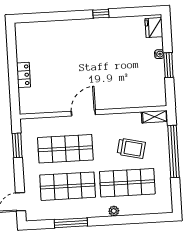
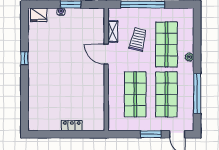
door: (83, 113) -> (106, 54), moved
shelving: (155, 117) -> (113, 31), moved
window: (17, 145) -> (151, 134), moved
window: (71, 223) -> (197, 93), width x1.46

